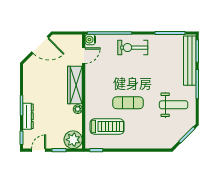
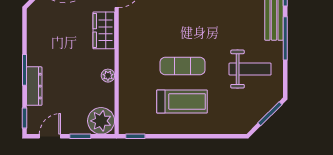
wardrobe: (75, 85) -> (104, 30), width x0.67
treadmill: (107, 127) -> (182, 102), moved

